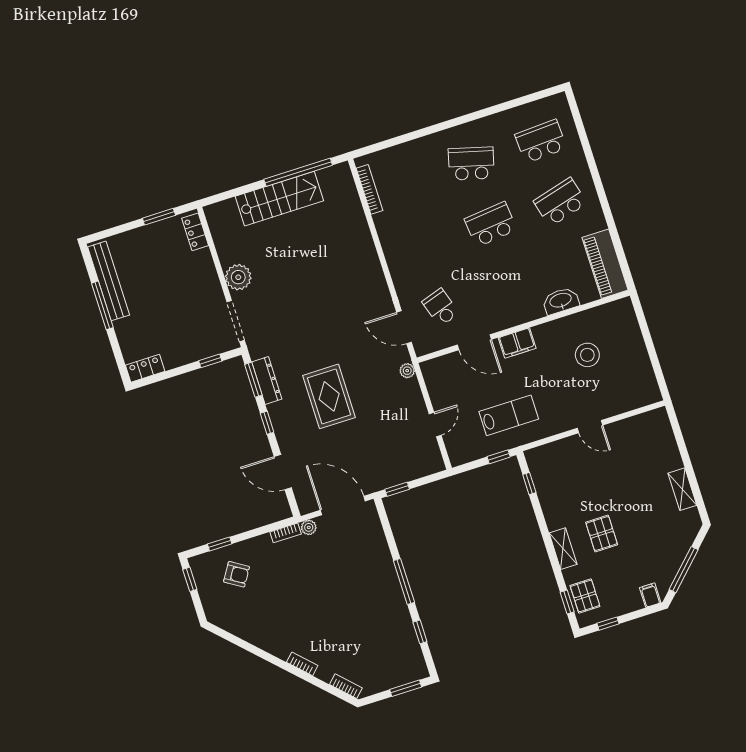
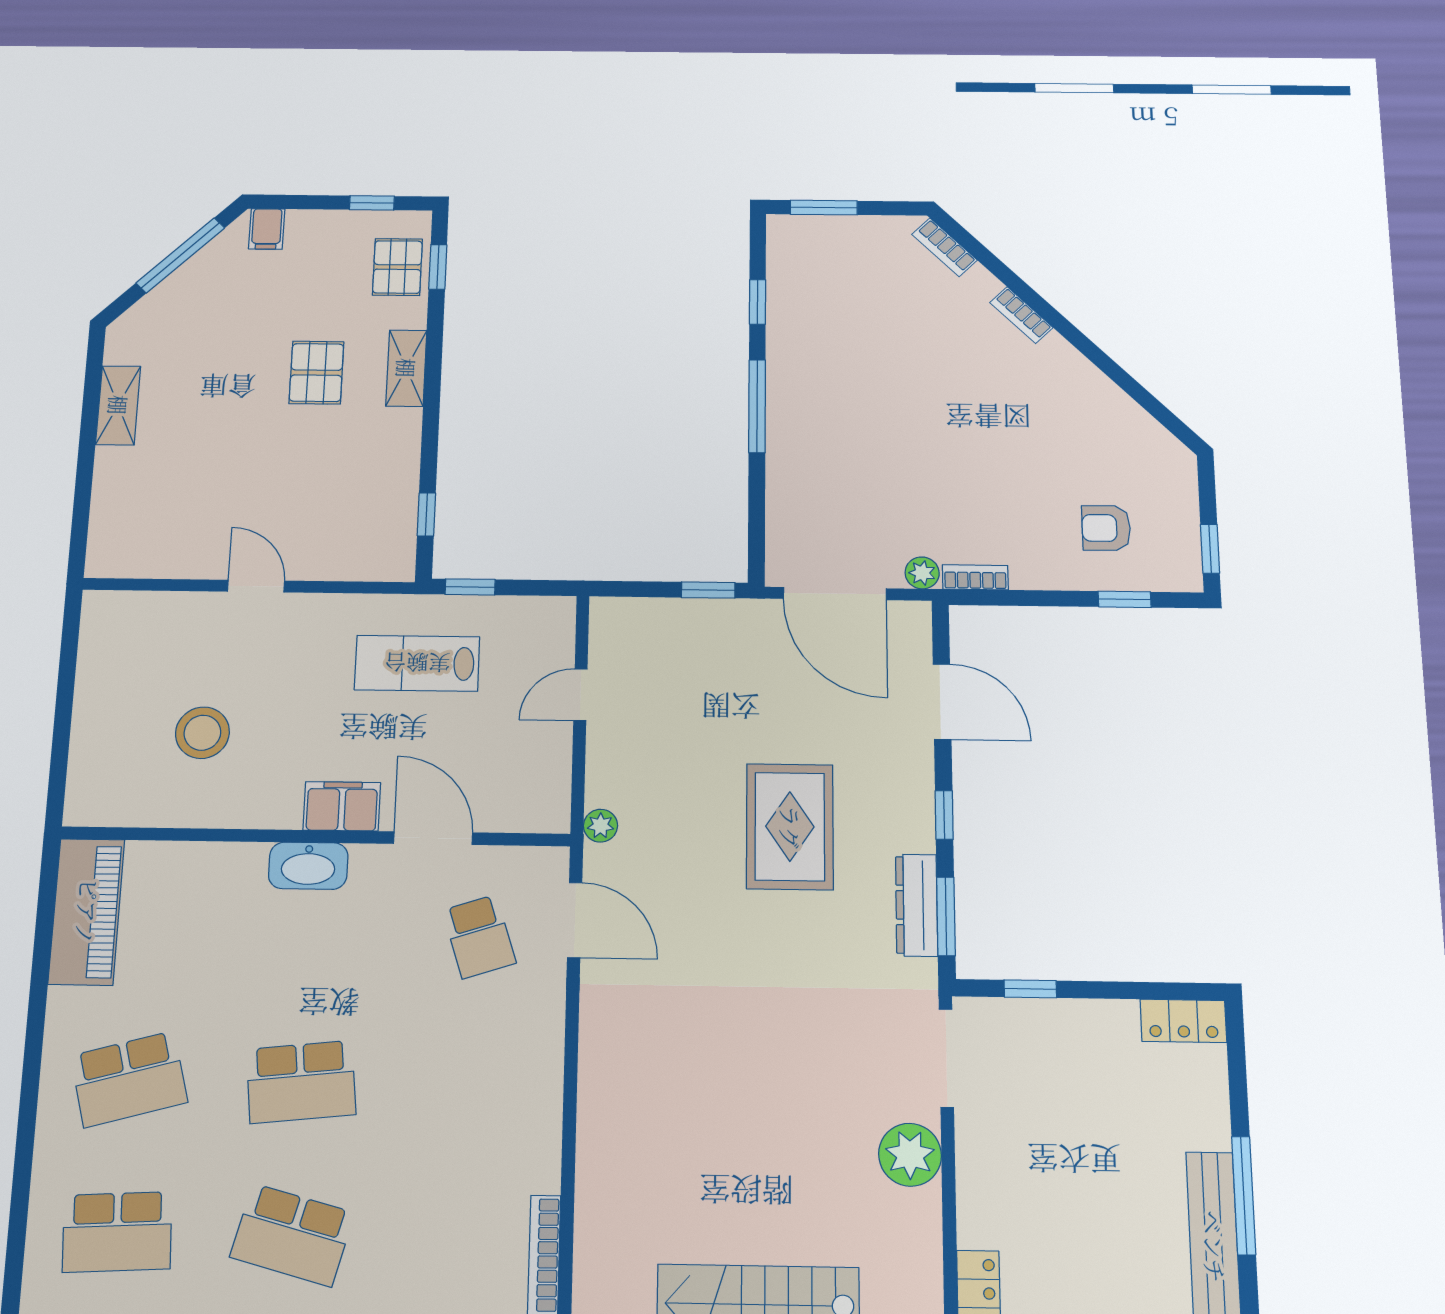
washbasin: (561, 301) -> (308, 866), moved
armchair: (237, 574) -> (1106, 528), turned -32

